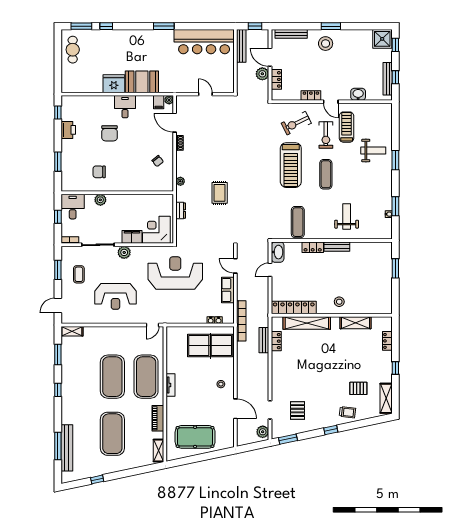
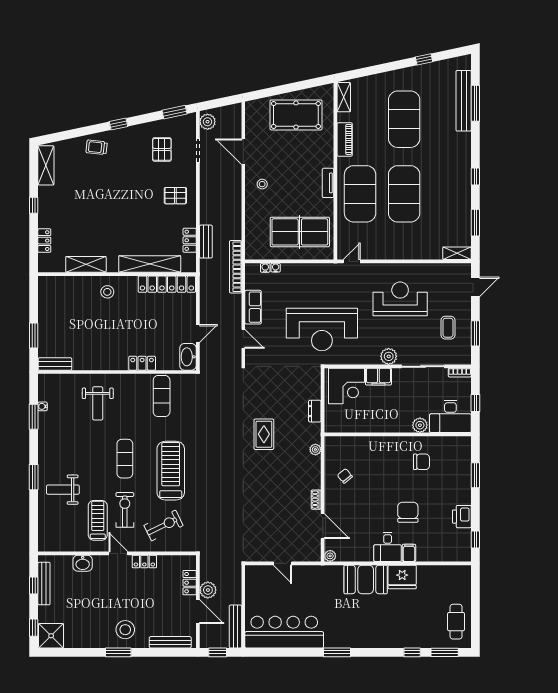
filing cabinet: (159, 102) -> (409, 553), moved
treadmill: (347, 127) -> (98, 520), turned 180
desk: (73, 207) -> (450, 416), width x1.37
bench: (337, 247) -> (55, 364), moved
table tennis table: (210, 346) -> (300, 232), moved
pallet: (358, 388) -> (175, 196), moved

